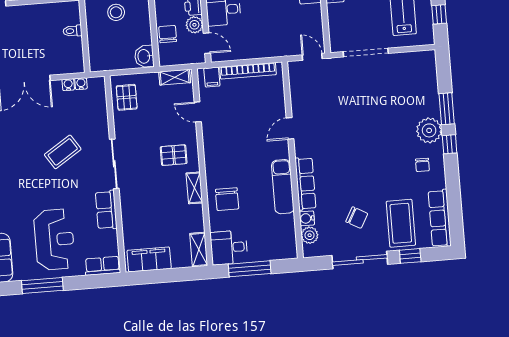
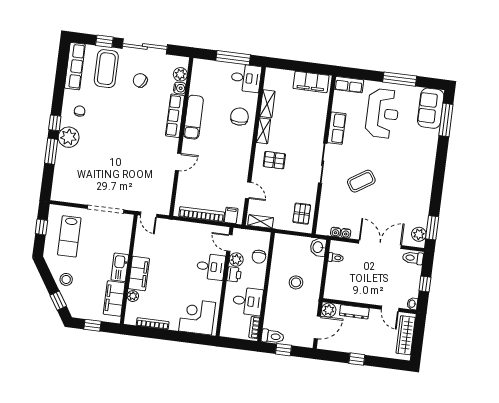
toilet: (72, 31) -> (336, 258), moved
washbasin: (144, 56) -> (318, 247), moved, turned 180
reception desk: (54, 240) -> (382, 113), turned 180
shelving: (199, 250) -> (267, 104), moved

